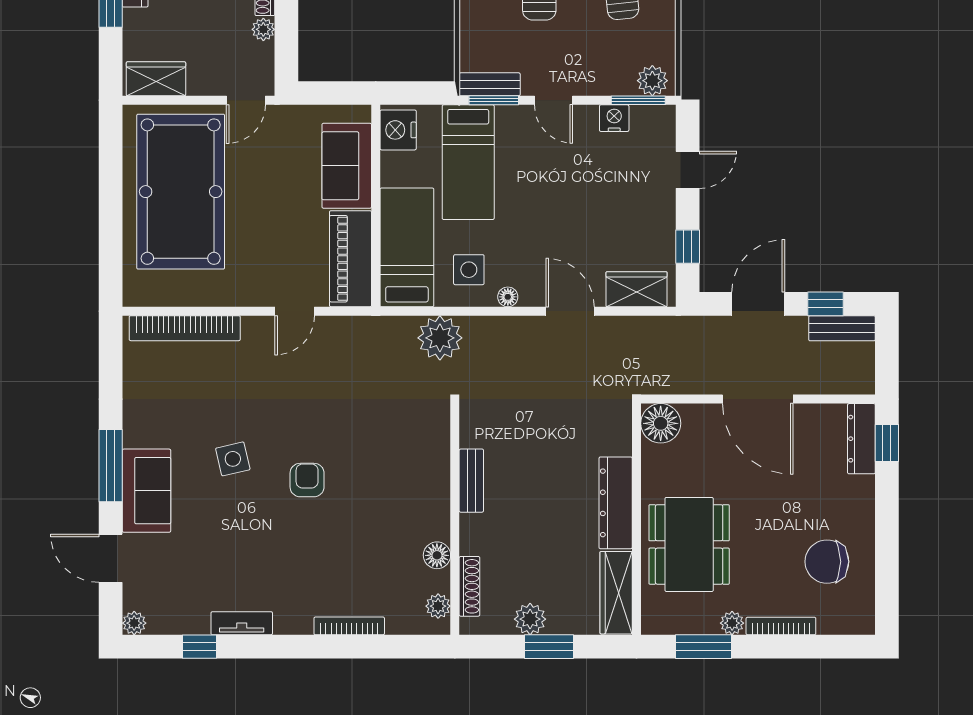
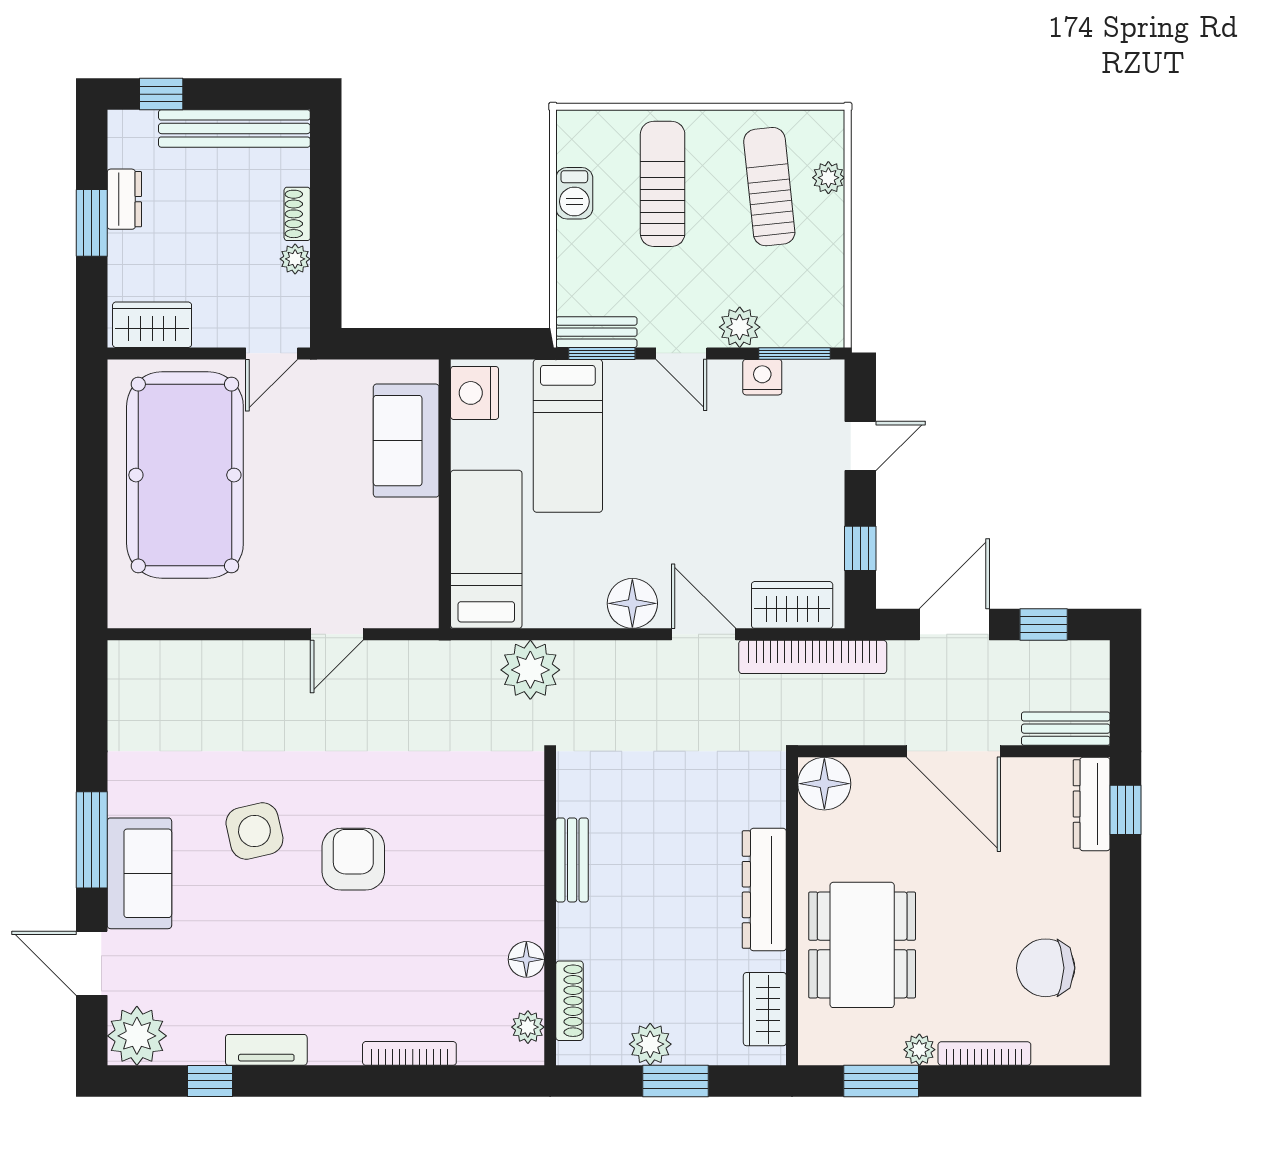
plant: (652, 81) -> (740, 327), moved
piano: (350, 259) -> (411, 564), removed
side table: (469, 270) -> (569, 579), removed
floor lamp: (508, 297) -> (632, 603), width x1.89, depth x1.89
bookcase: (185, 328) -> (813, 657), moved
bench: (842, 328) -> (1066, 729), moved
side table: (233, 459) -> (254, 831), width x1.37, depth x1.37
armchair: (307, 480) -> (353, 859), width x1.38, depth x1.38
wardrobe: (616, 593) -> (765, 1009), width x0.67
plant: (134, 623) -> (137, 1036), width x1.88, depth x1.88

